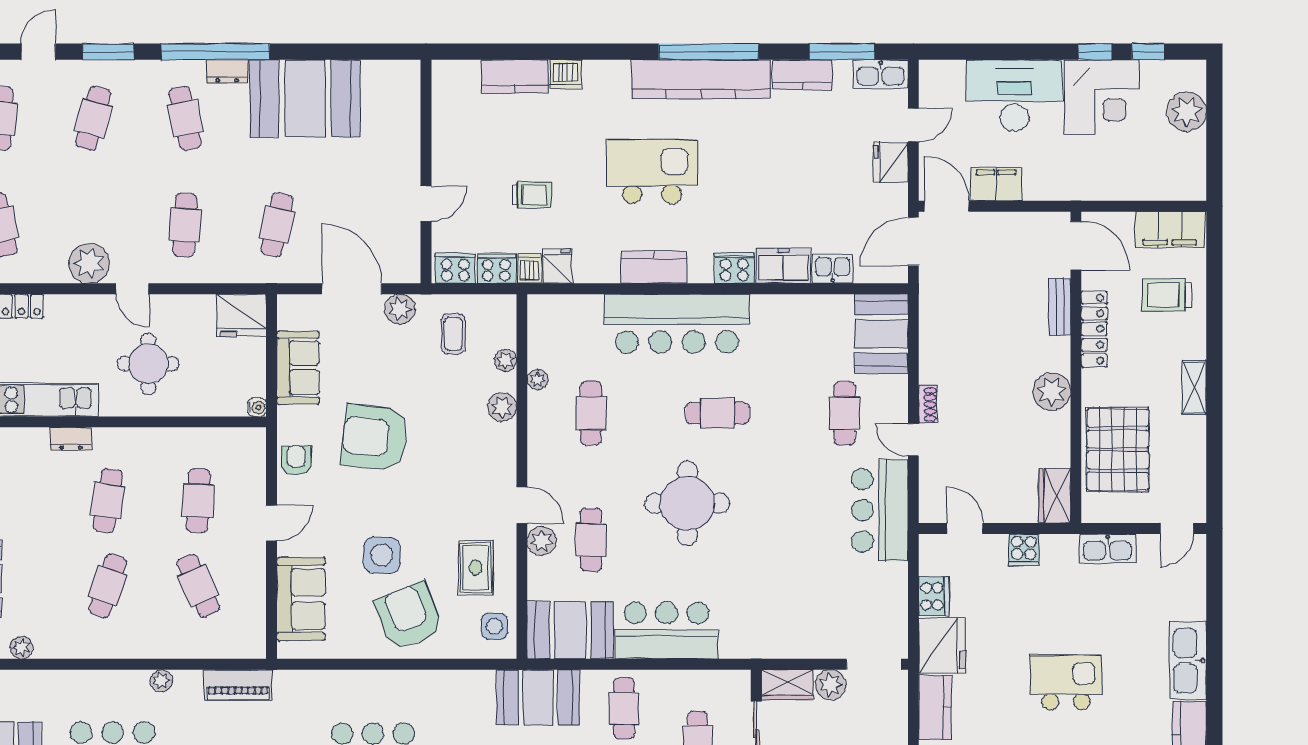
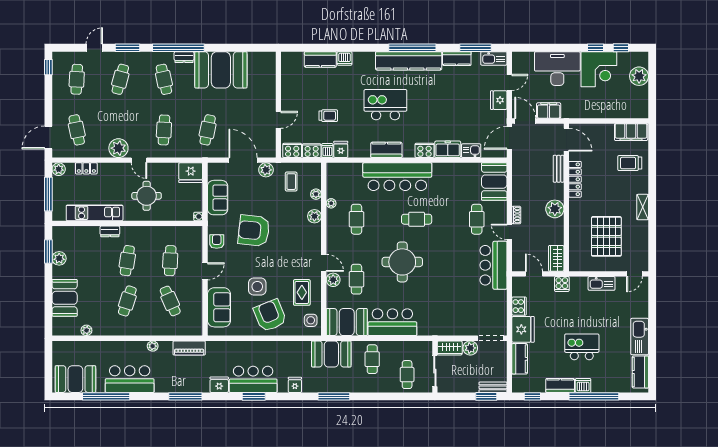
door: (1076, 246) -> (566, 140), moved
bench: (1060, 307) -> (559, 169), moved
locker: (1094, 329) -> (575, 179), moved
wall: (1076, 367) -> (566, 197), moved
plant: (1052, 392) -> (555, 209), moved
wardrobe: (1055, 496) -> (556, 258), moved

